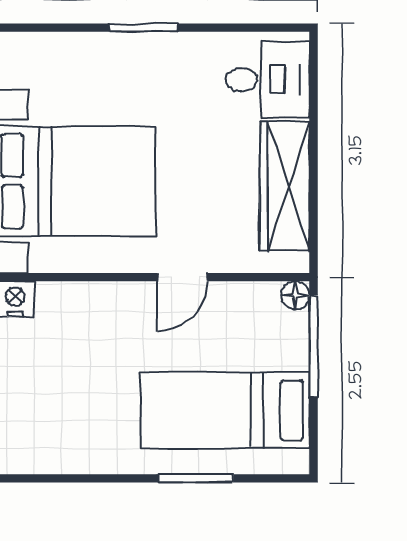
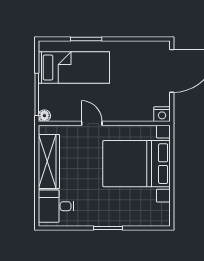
door: (182, 277) -> (92, 123), hinge flipped

